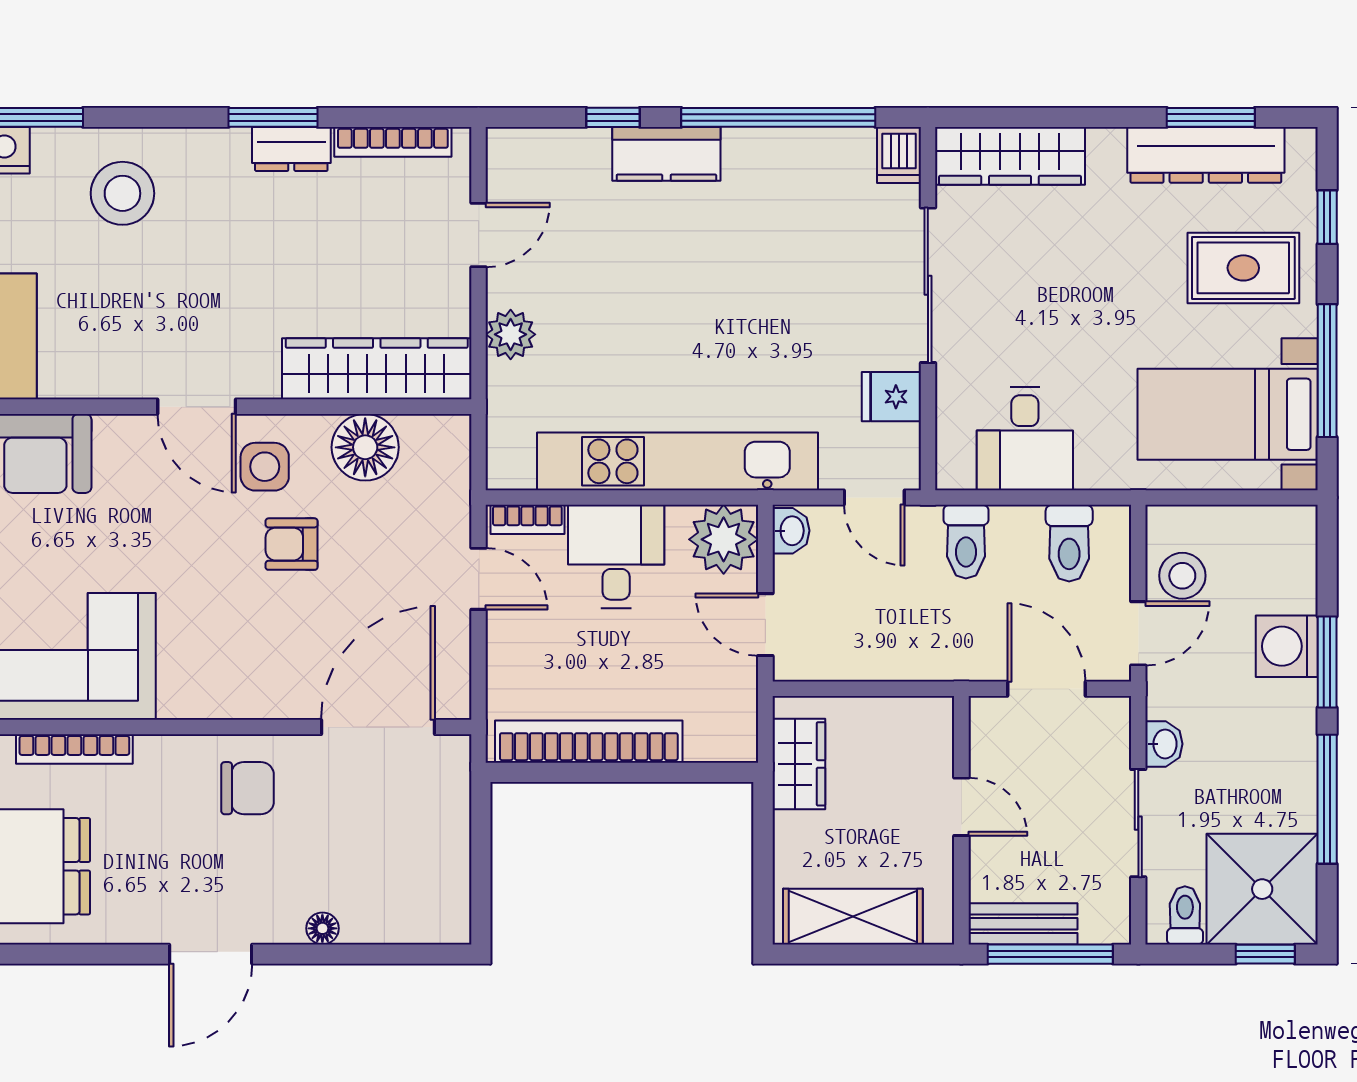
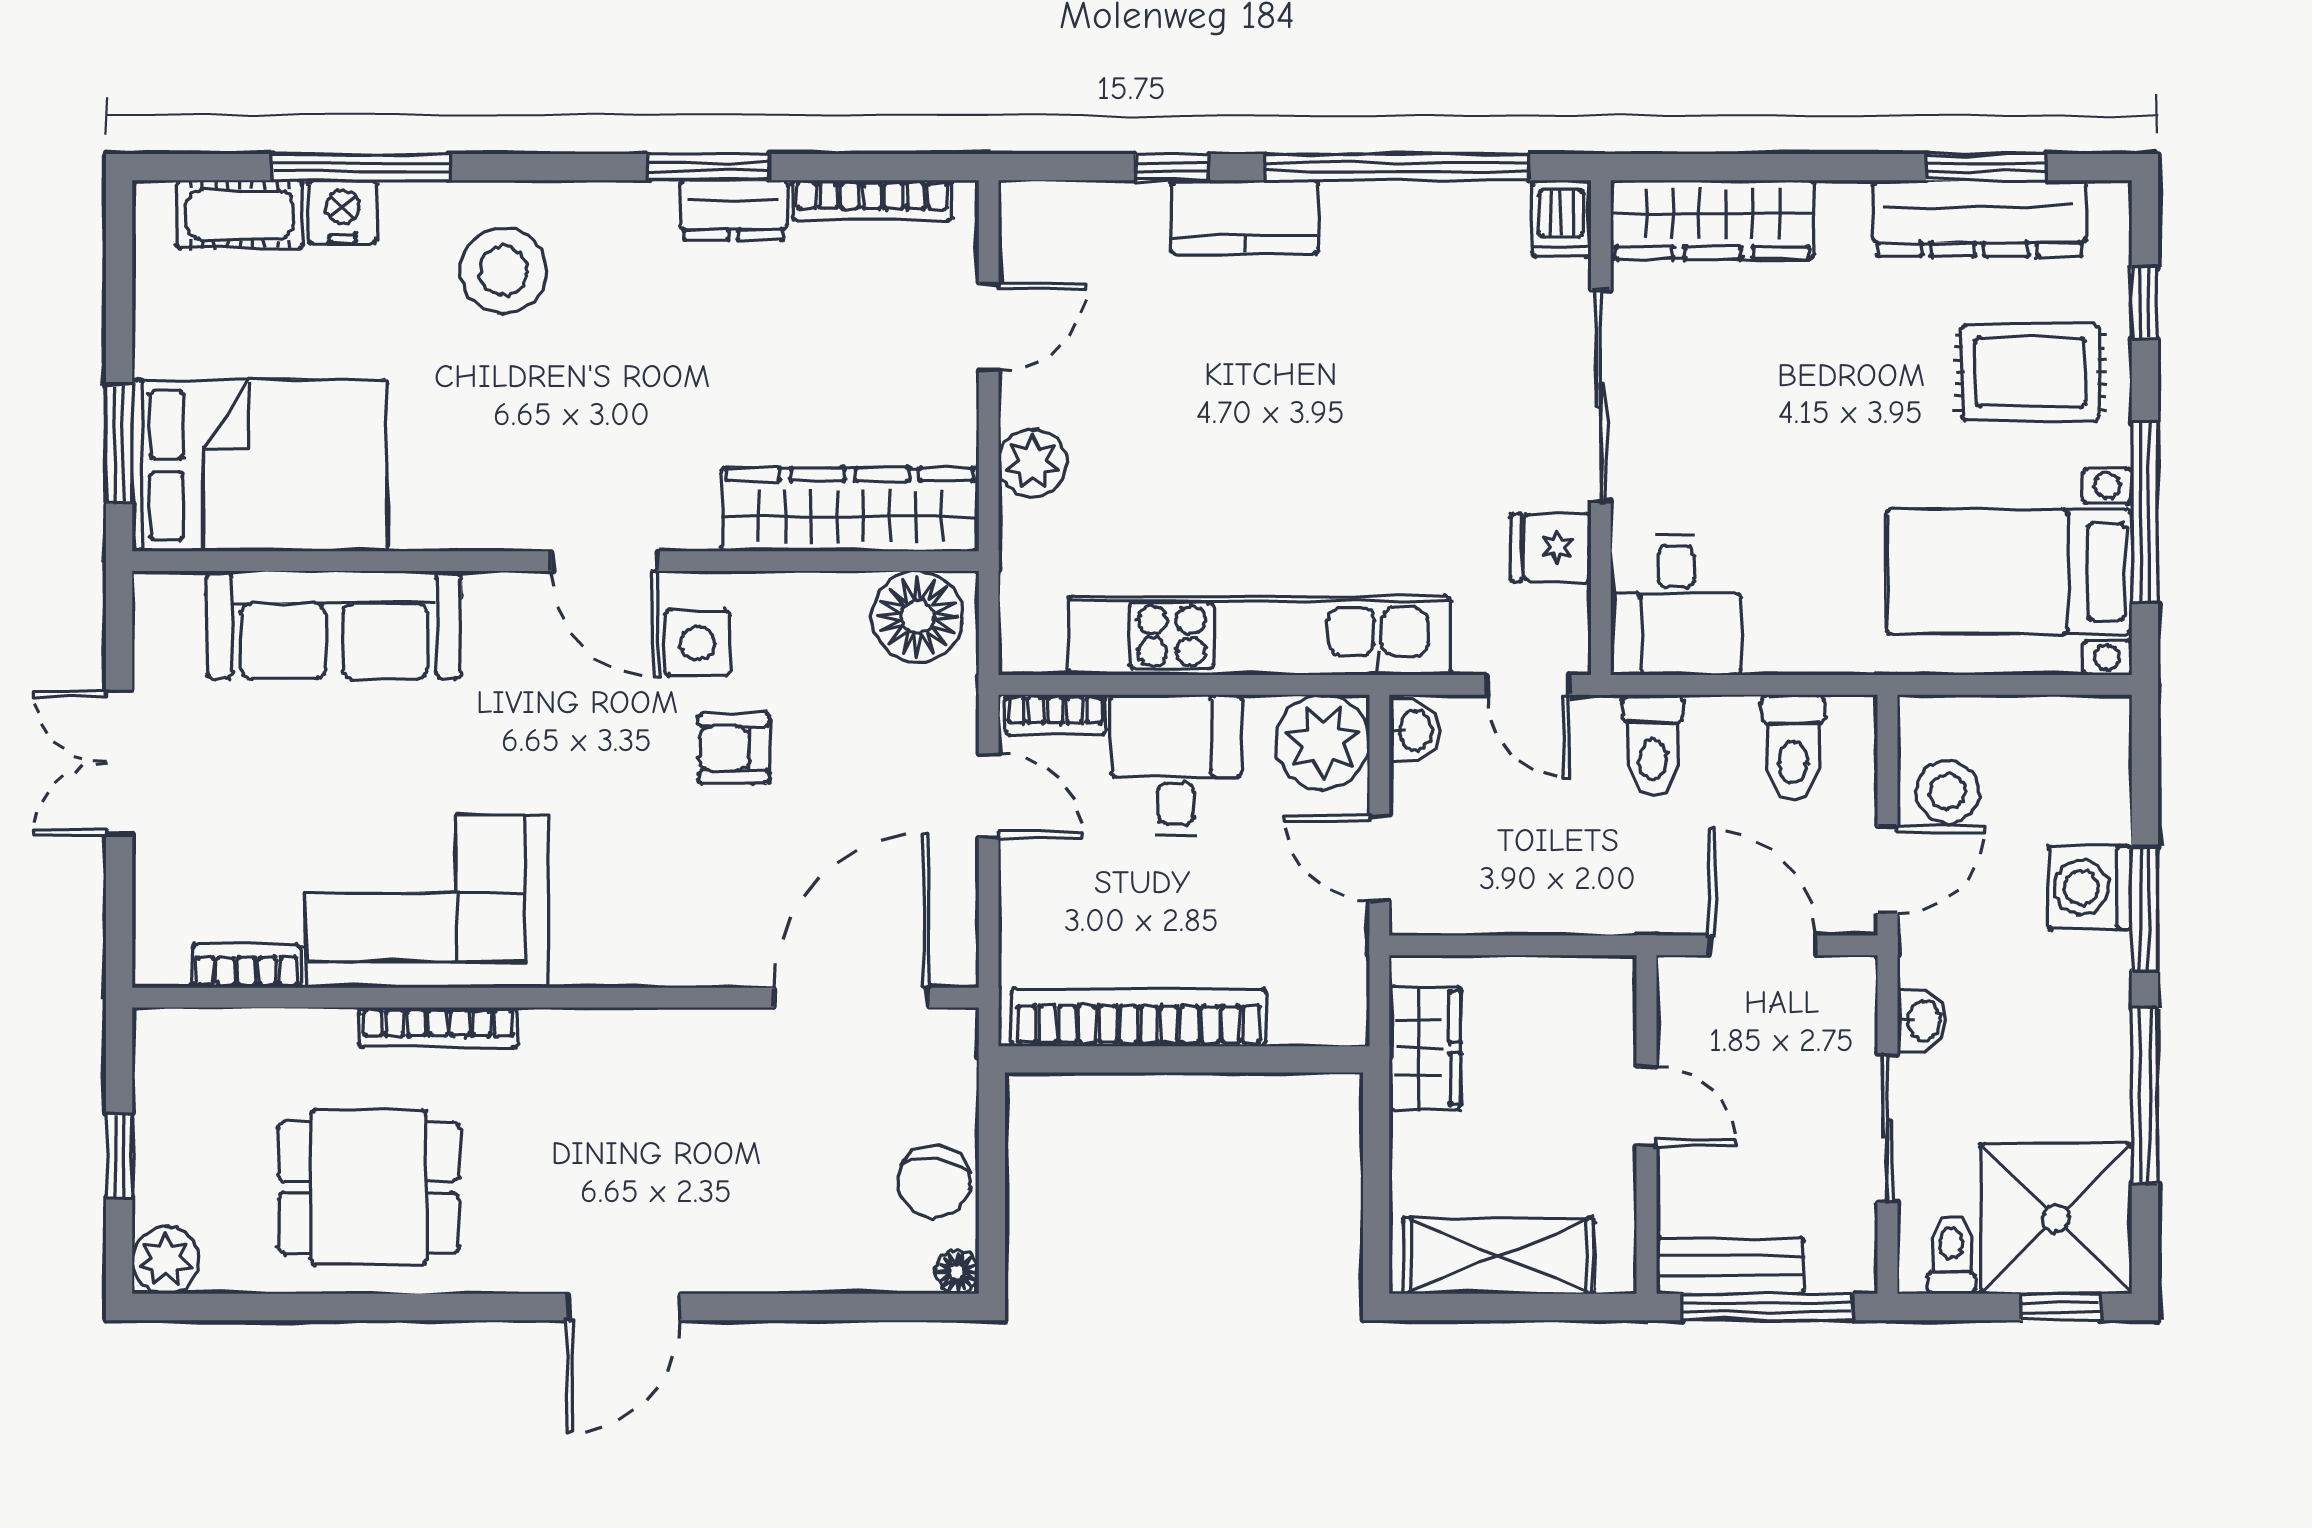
desk: (1025, 439) -> (1676, 605), moved
floor lamp: (365, 447) -> (917, 617), moved
chair: (248, 788) -> (934, 1182), moved, turned 96
floor lamp: (322, 928) -> (957, 1272), moved

